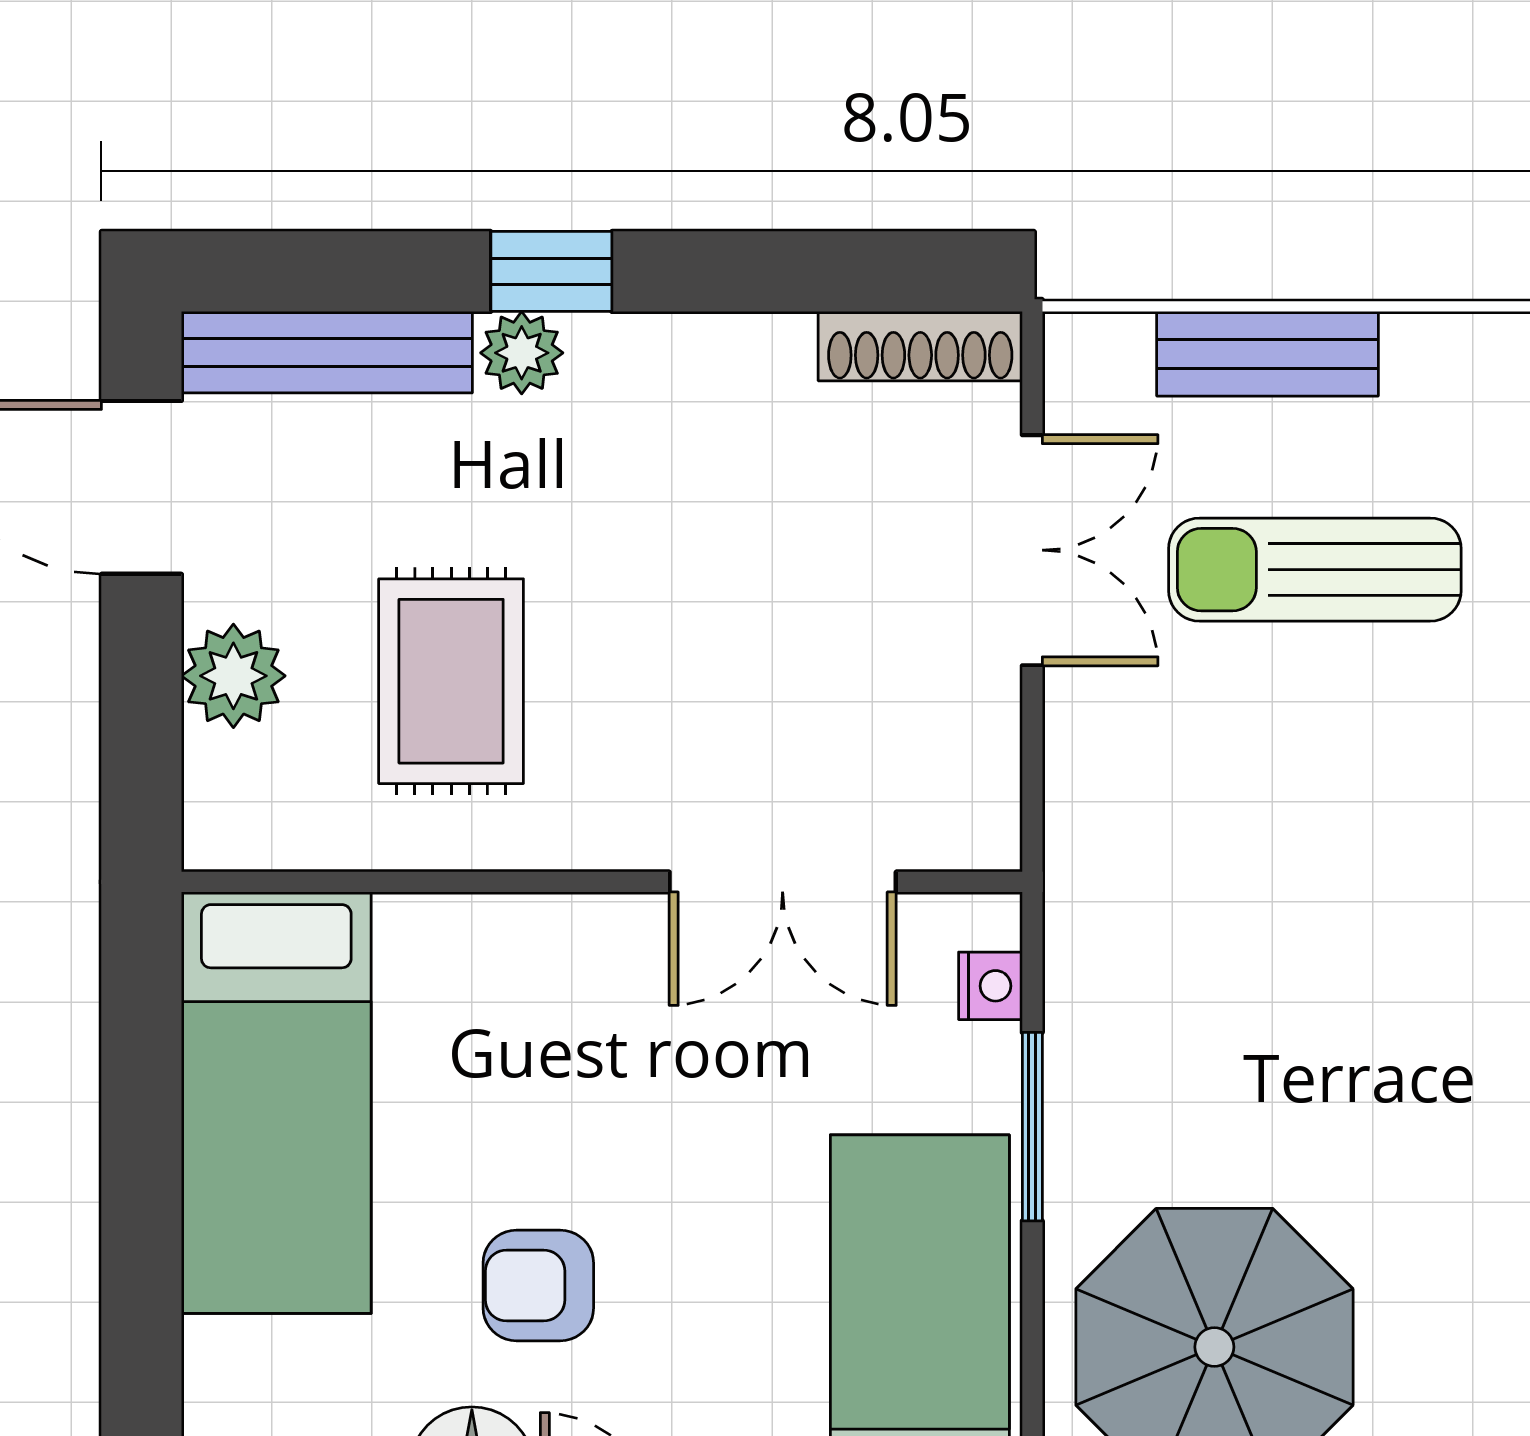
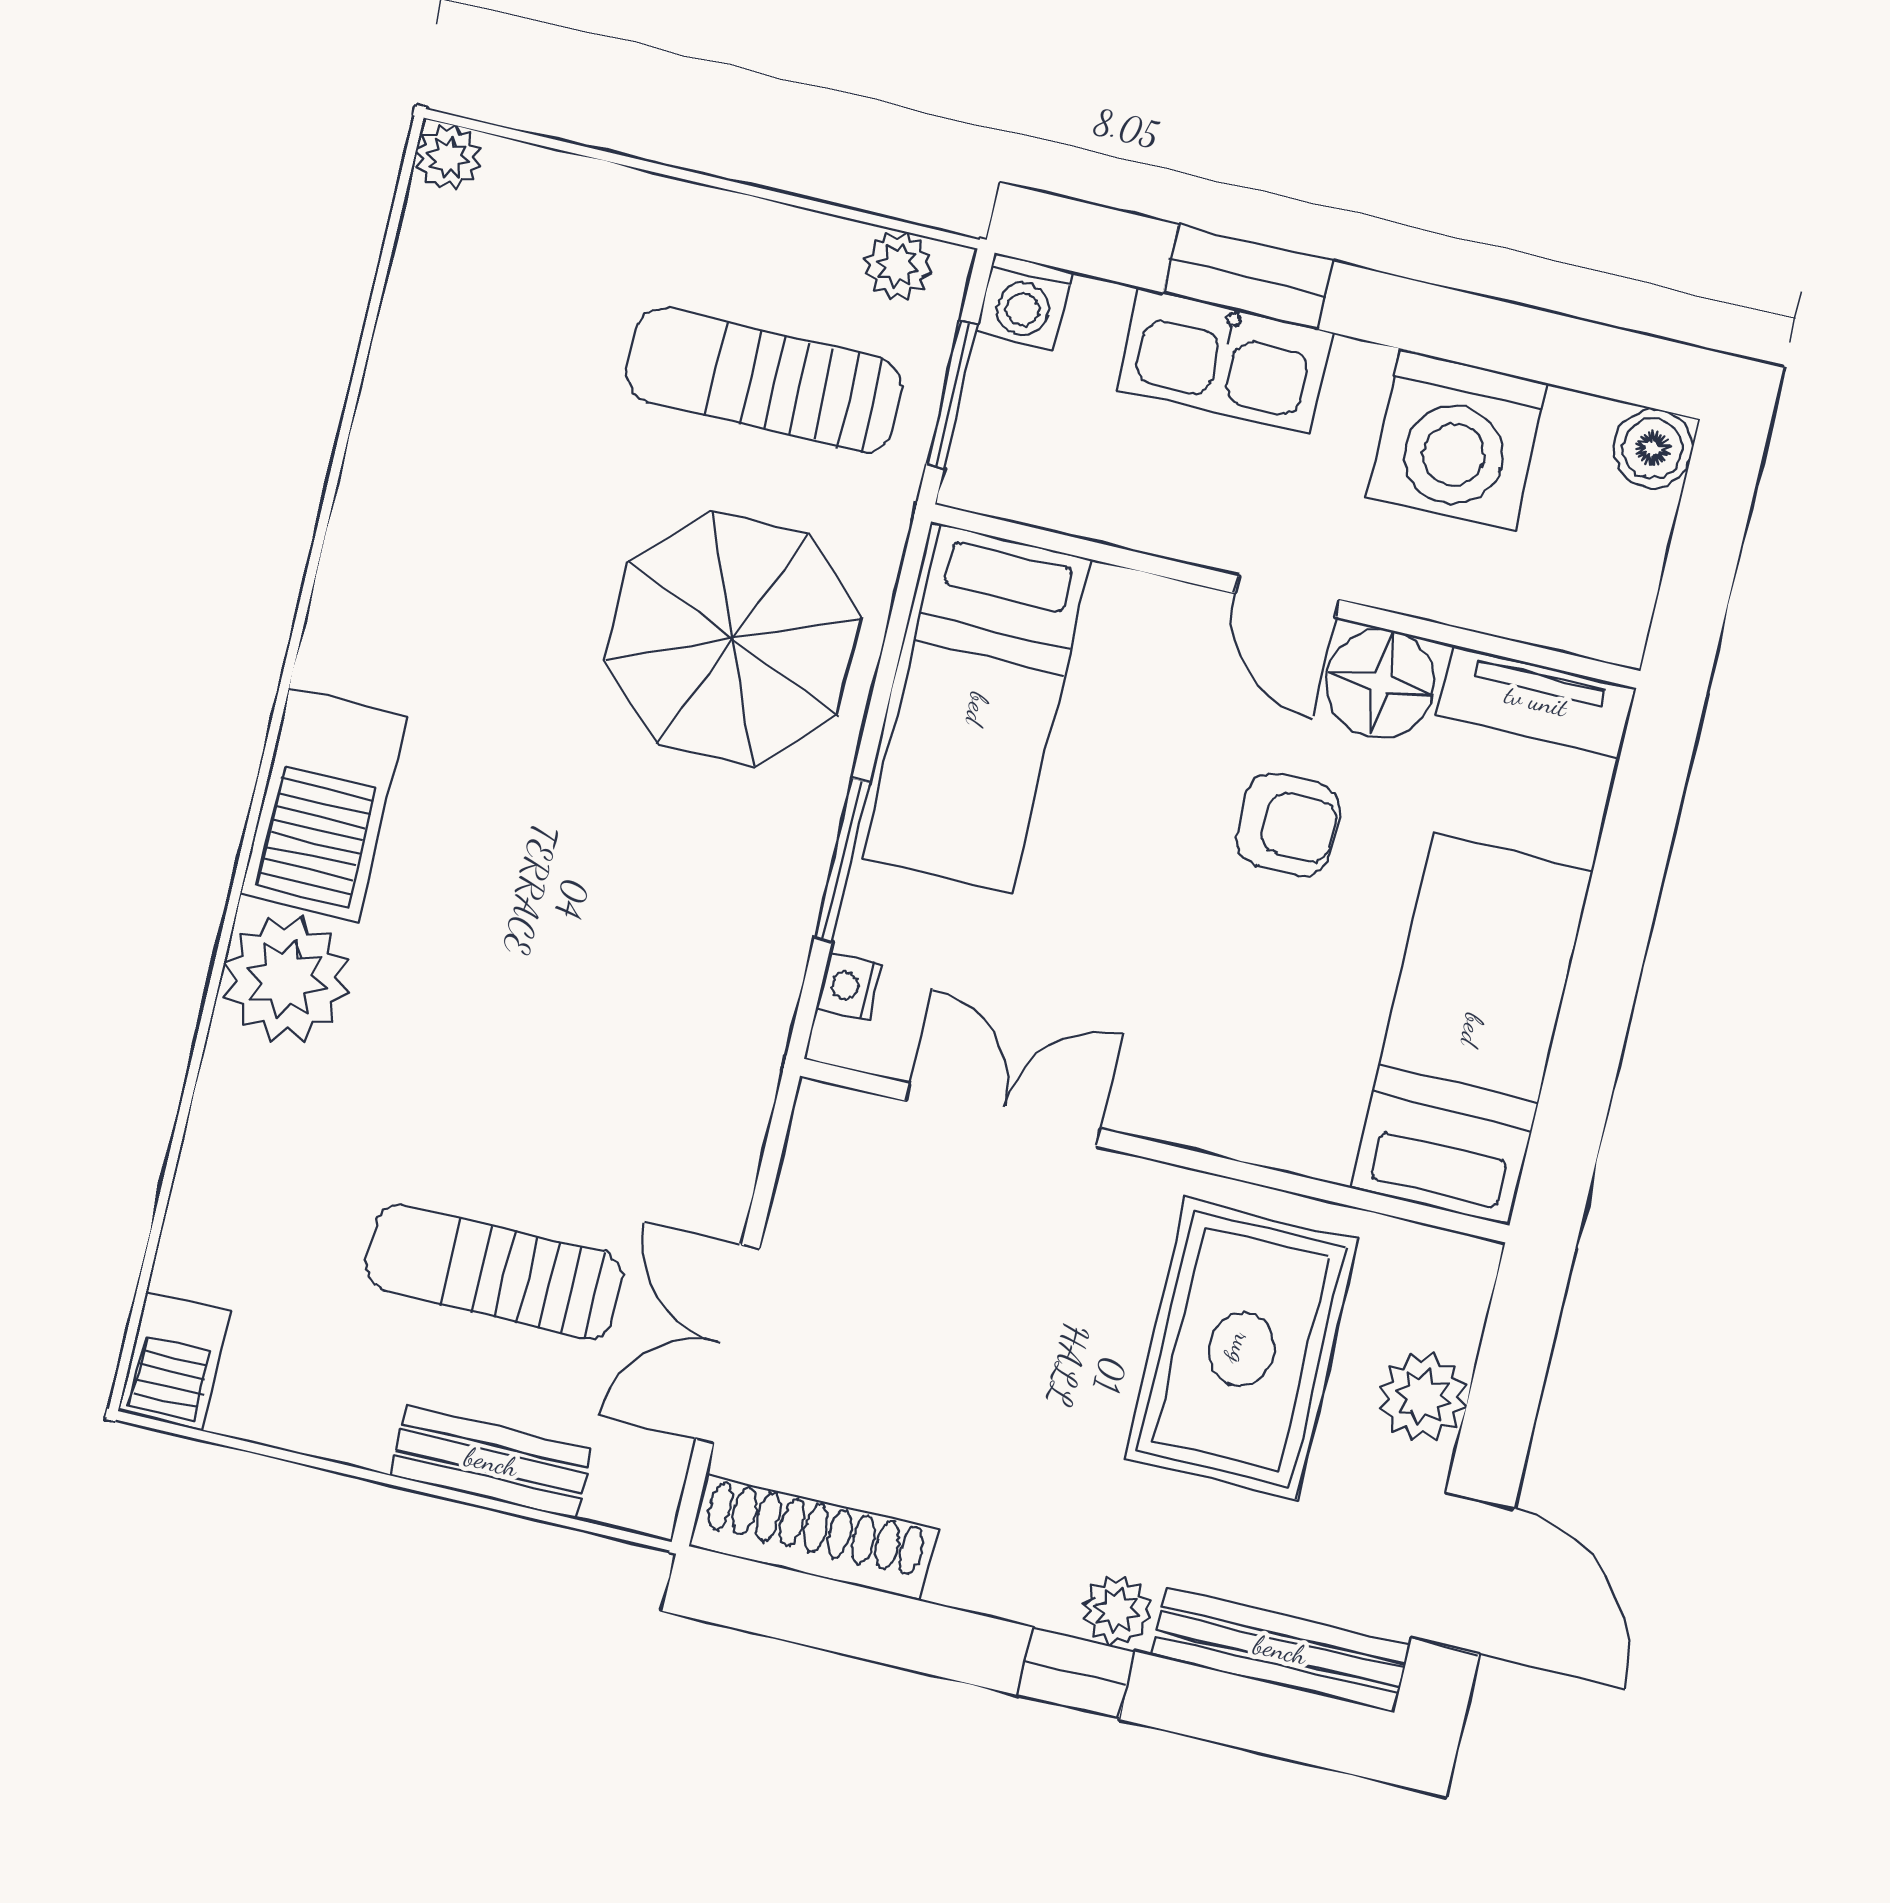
shoe rack: (920, 346) -> (814, 1538), width x1.36, depth x1.24
sun lounger: (1315, 570) -> (494, 1271), turned 180
rug: (451, 681) -> (1241, 1349), width x1.36, depth x1.43

